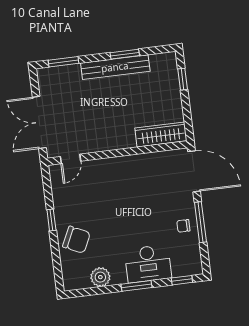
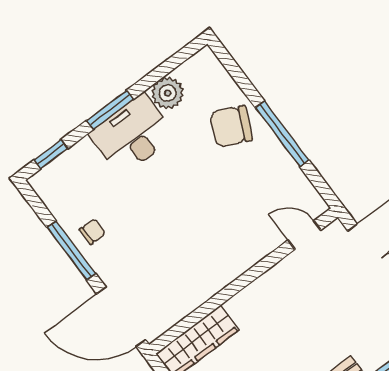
door: (71, 159) -> (304, 235), hinge flipped
window: (51, 220) -> (282, 134), width x2.17
desk: (148, 264) -> (132, 135), moved

